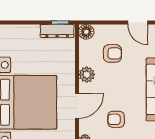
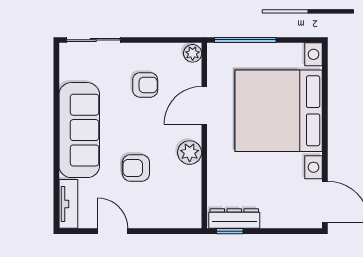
floor lamp: (86, 32) -> (190, 217), removed
armchair: (112, 53) -> (136, 168), moved

